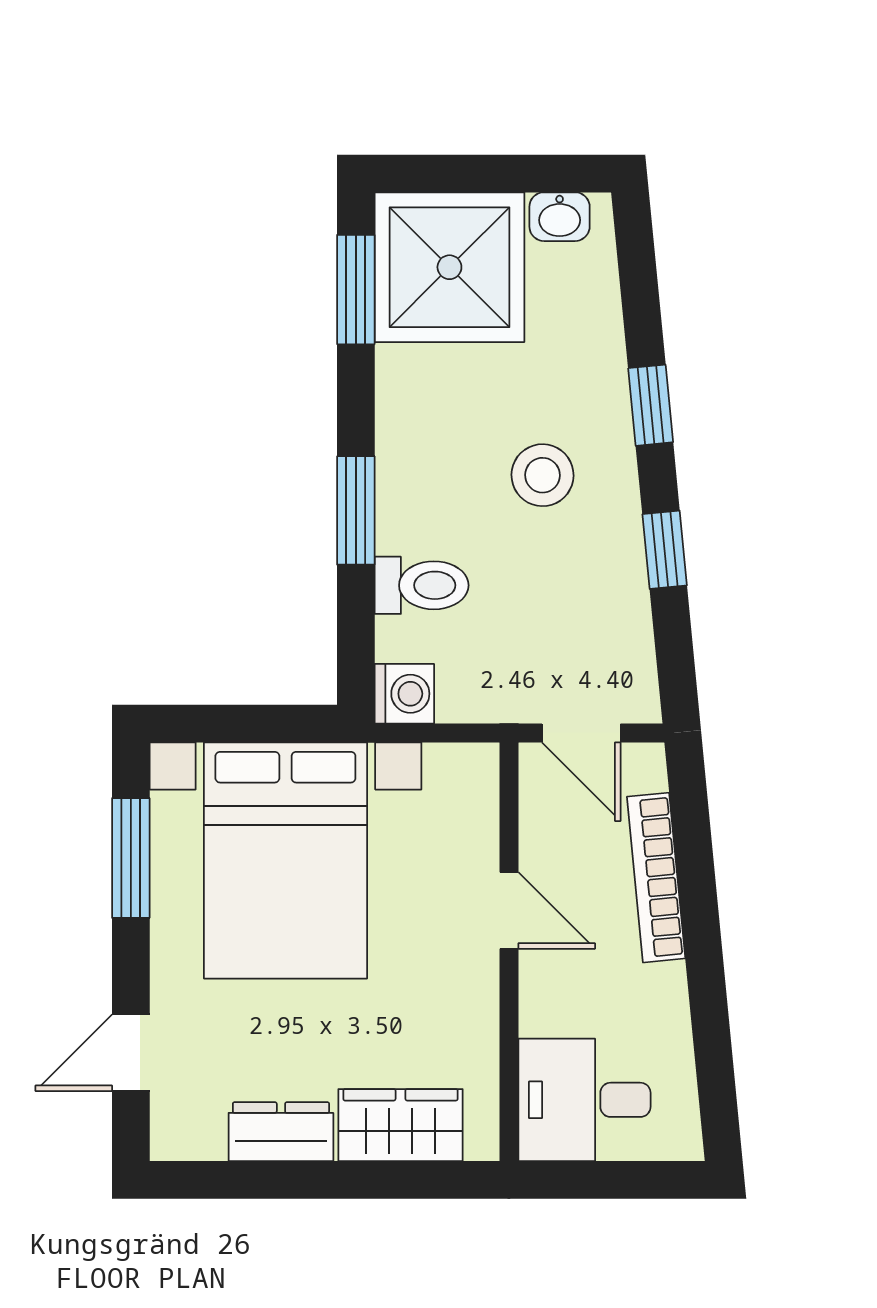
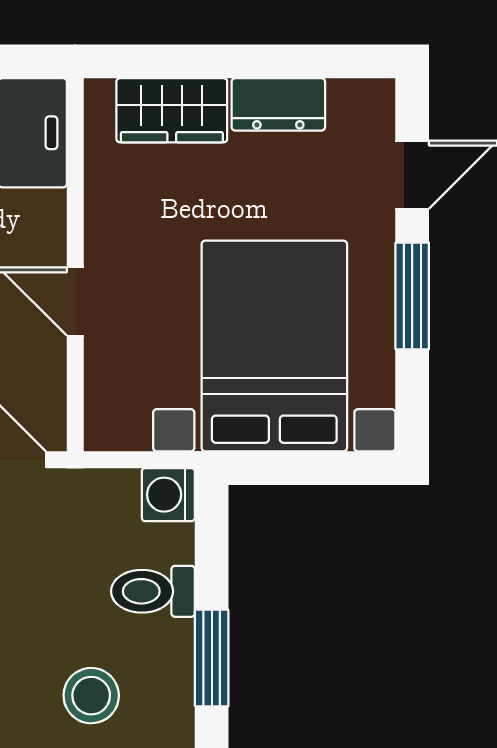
stool: (543, 475) -> (91, 696), moved
window: (131, 858) -> (412, 296), moved

